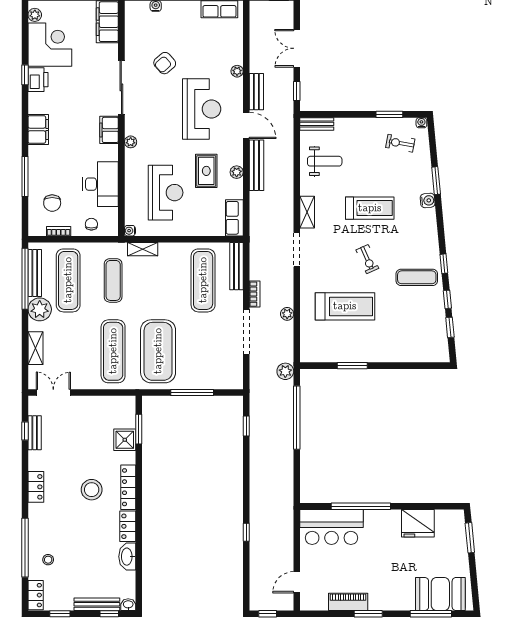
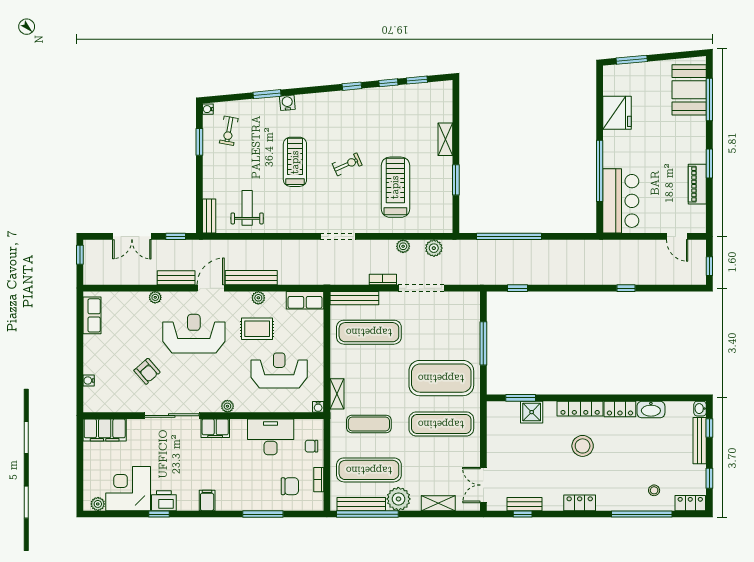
filing cabinet: (38, 129) -> (207, 500), width x0.50
shelving: (307, 212) -> (445, 139), moved, turned 90
exercise mat: (417, 277) -> (366, 114), removed
plant: (285, 371) -> (434, 248), moved

